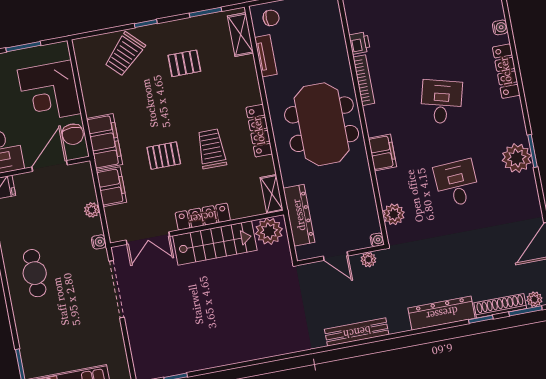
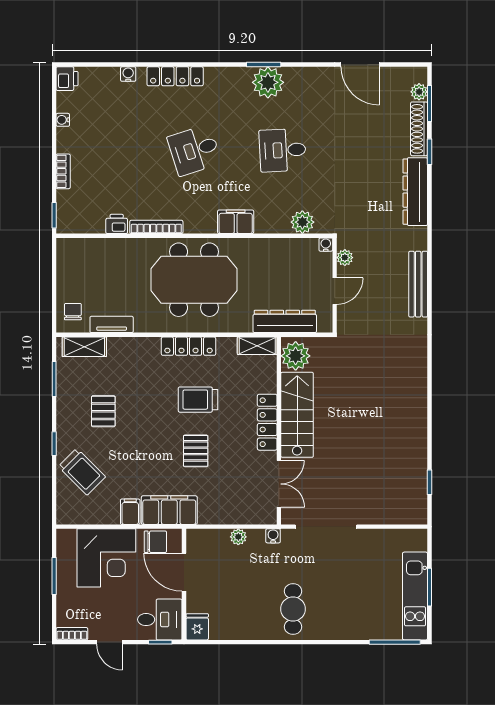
desk: (441, 102) -> (194, 150), turned -33
filing cabinet: (111, 187) -> (130, 512), moved, width x0.50
cafe table: (35, 273) -> (293, 609), turned 90

